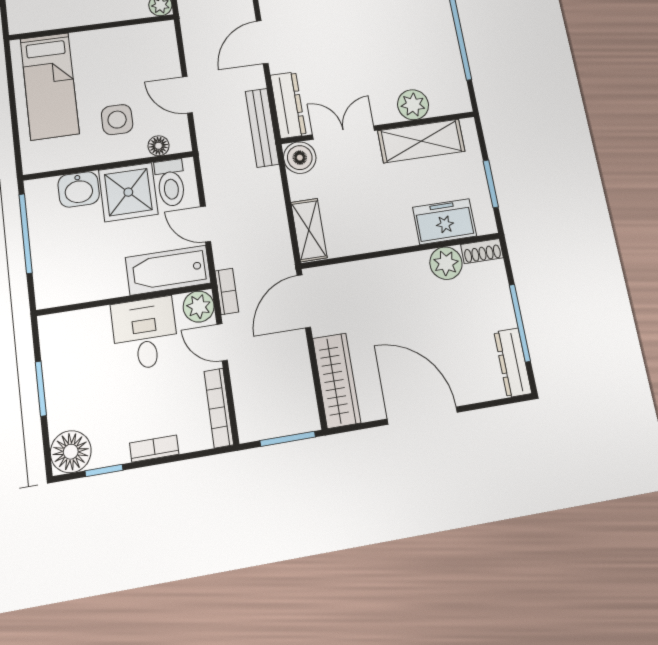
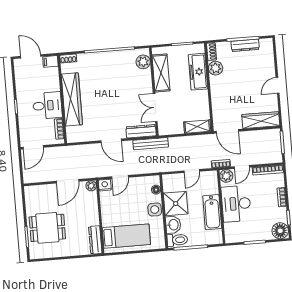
dresser: (39, 20) -> (95, 240), added
nightstand: (163, 34) -> (105, 185), added
door: (187, 95) -> (120, 177), moved
plant: (413, 105) -> (143, 62), moved
side table: (117, 120) -> (155, 210), moved
boiler: (300, 158) -> (165, 128), removed
toilet: (171, 183) -> (177, 240), moved
freezer: (445, 222) -> (198, 72), width x1.40
bathtub: (168, 270) -> (212, 212), moved
desk: (145, 333) -> (236, 204), width x1.37
dresser: (513, 363) -> (245, 45), moved
door: (422, 416) -> (278, 85), width x0.53

